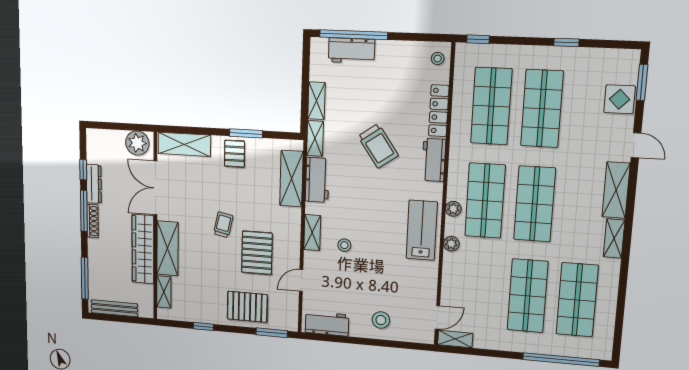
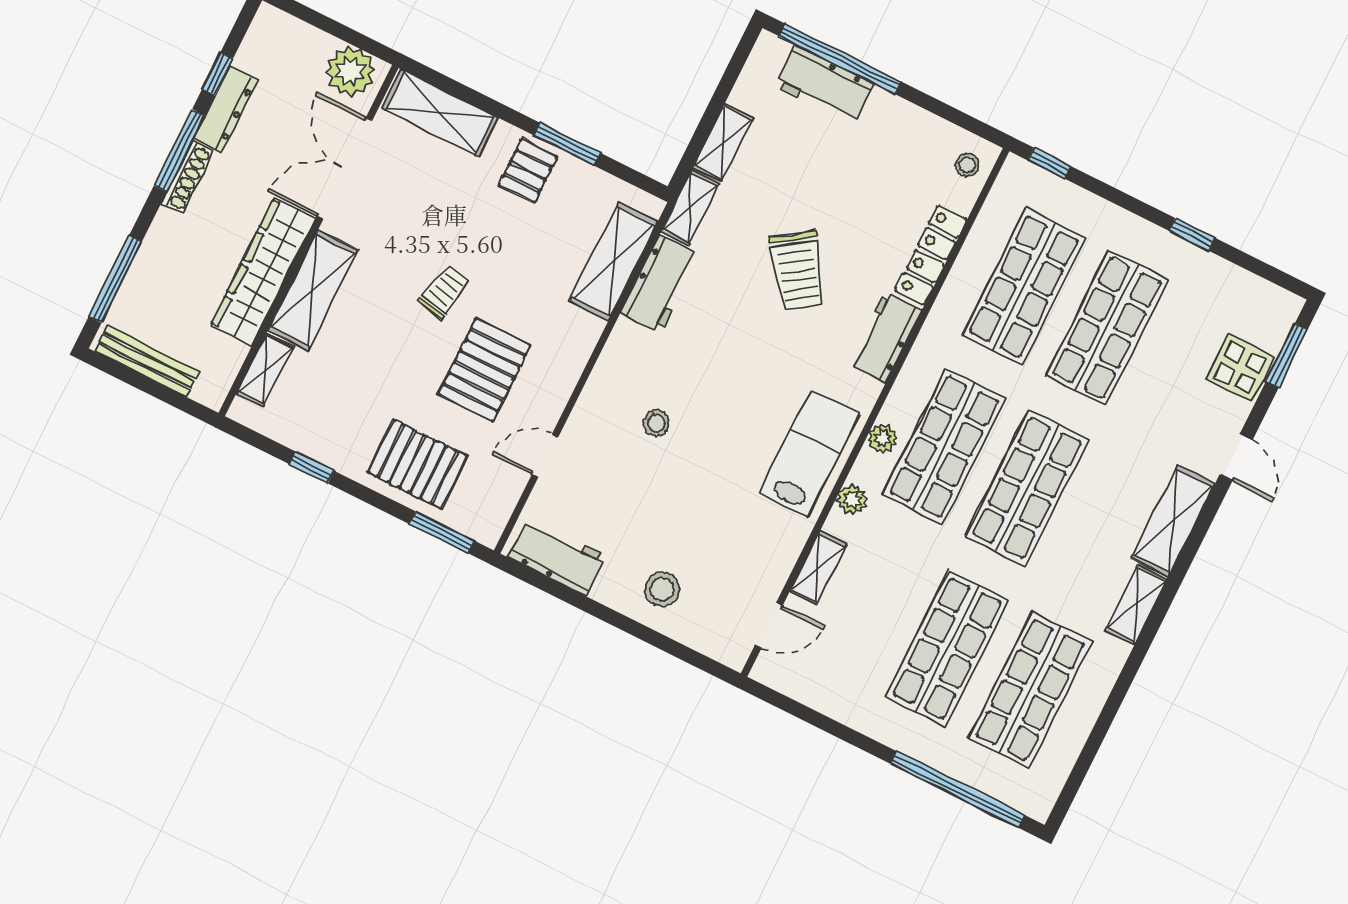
shelving: (312, 233) -> (607, 375), removed
shelving: (455, 339) -> (818, 568), moved, turned 90

